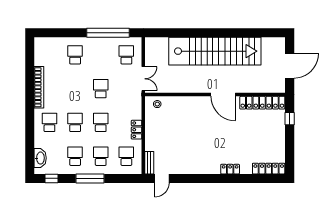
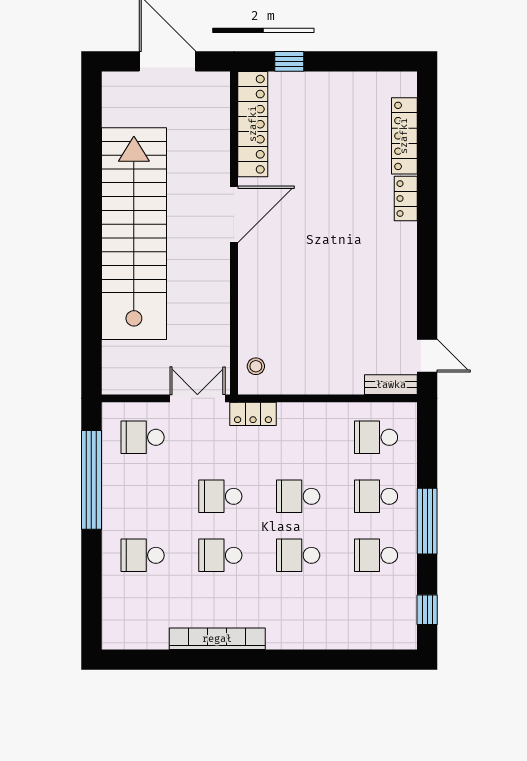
school desk: (49, 122) -> (220, 555), moved
locker: (137, 130) -> (253, 414), moved
washbasin: (40, 158) -> (380, 636), removed
locker: (269, 169) -> (404, 136), moved

